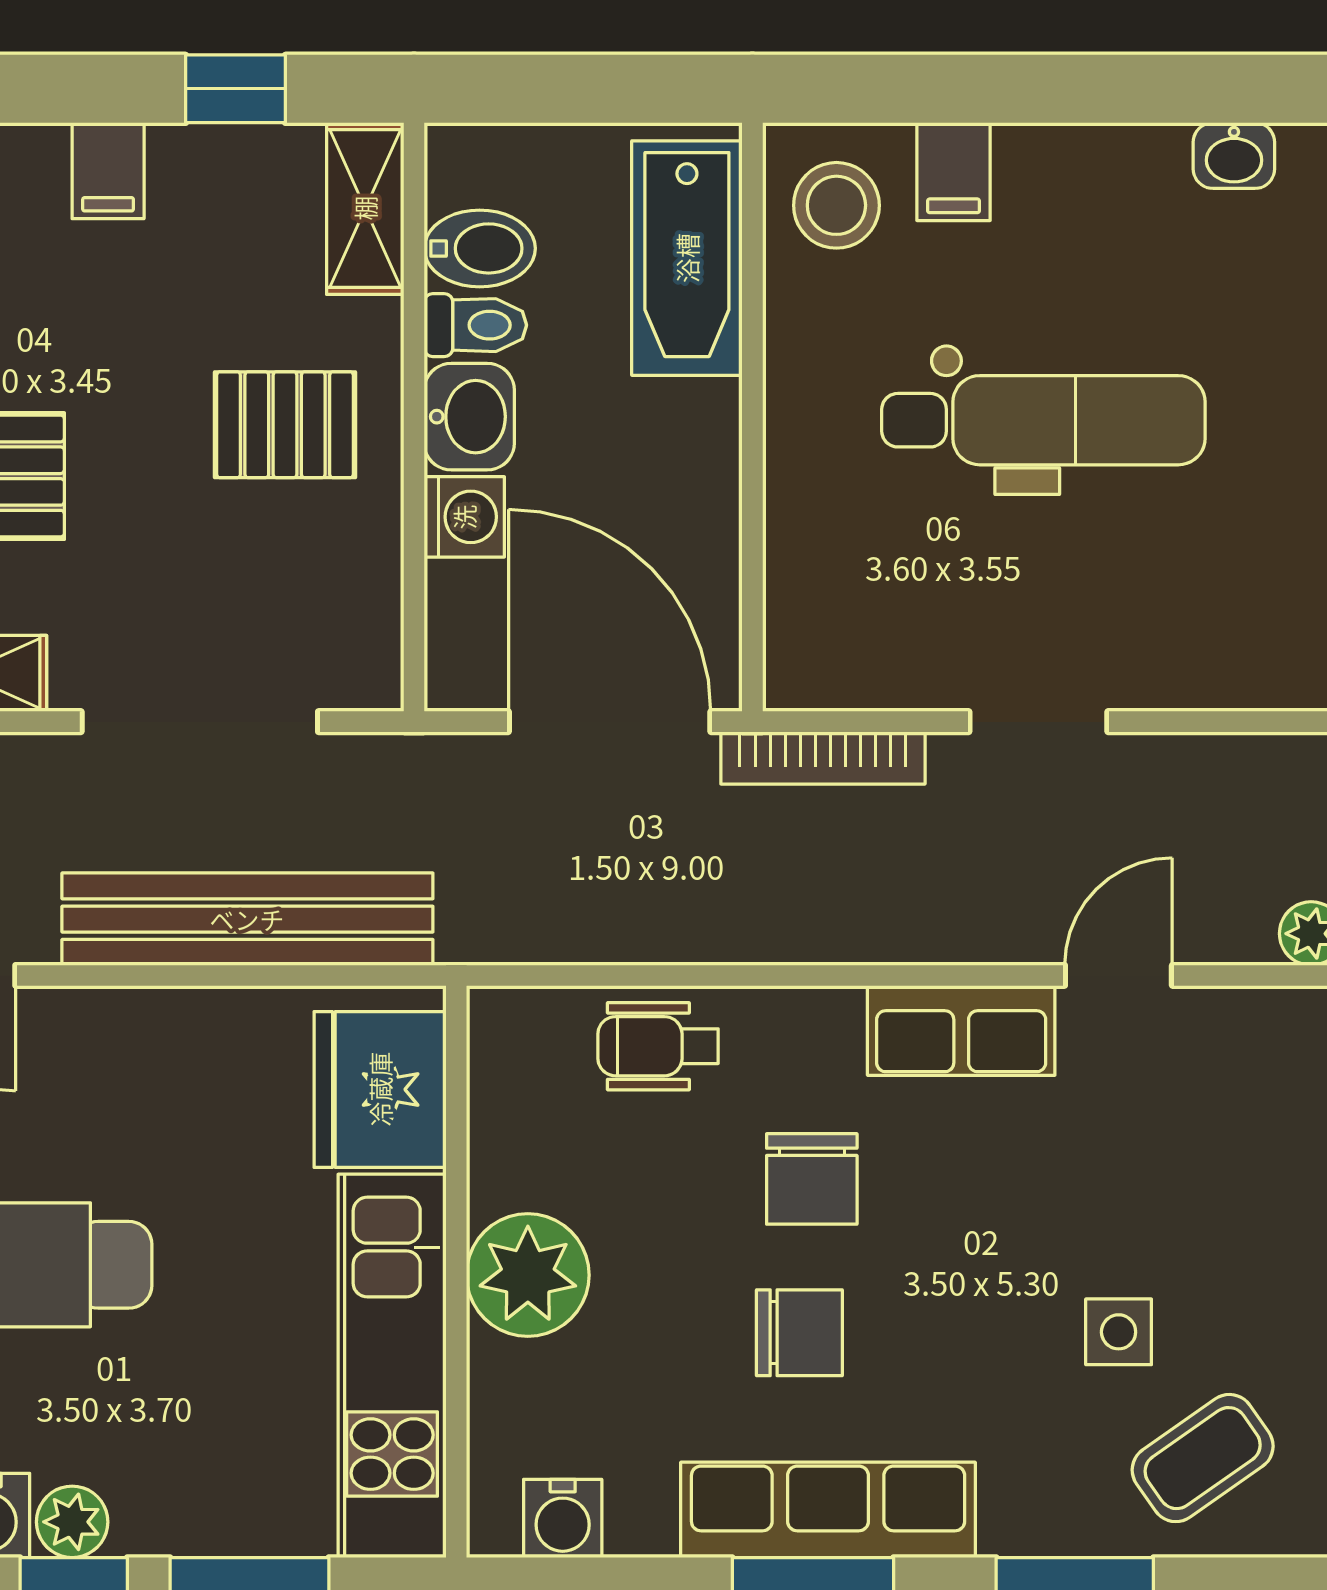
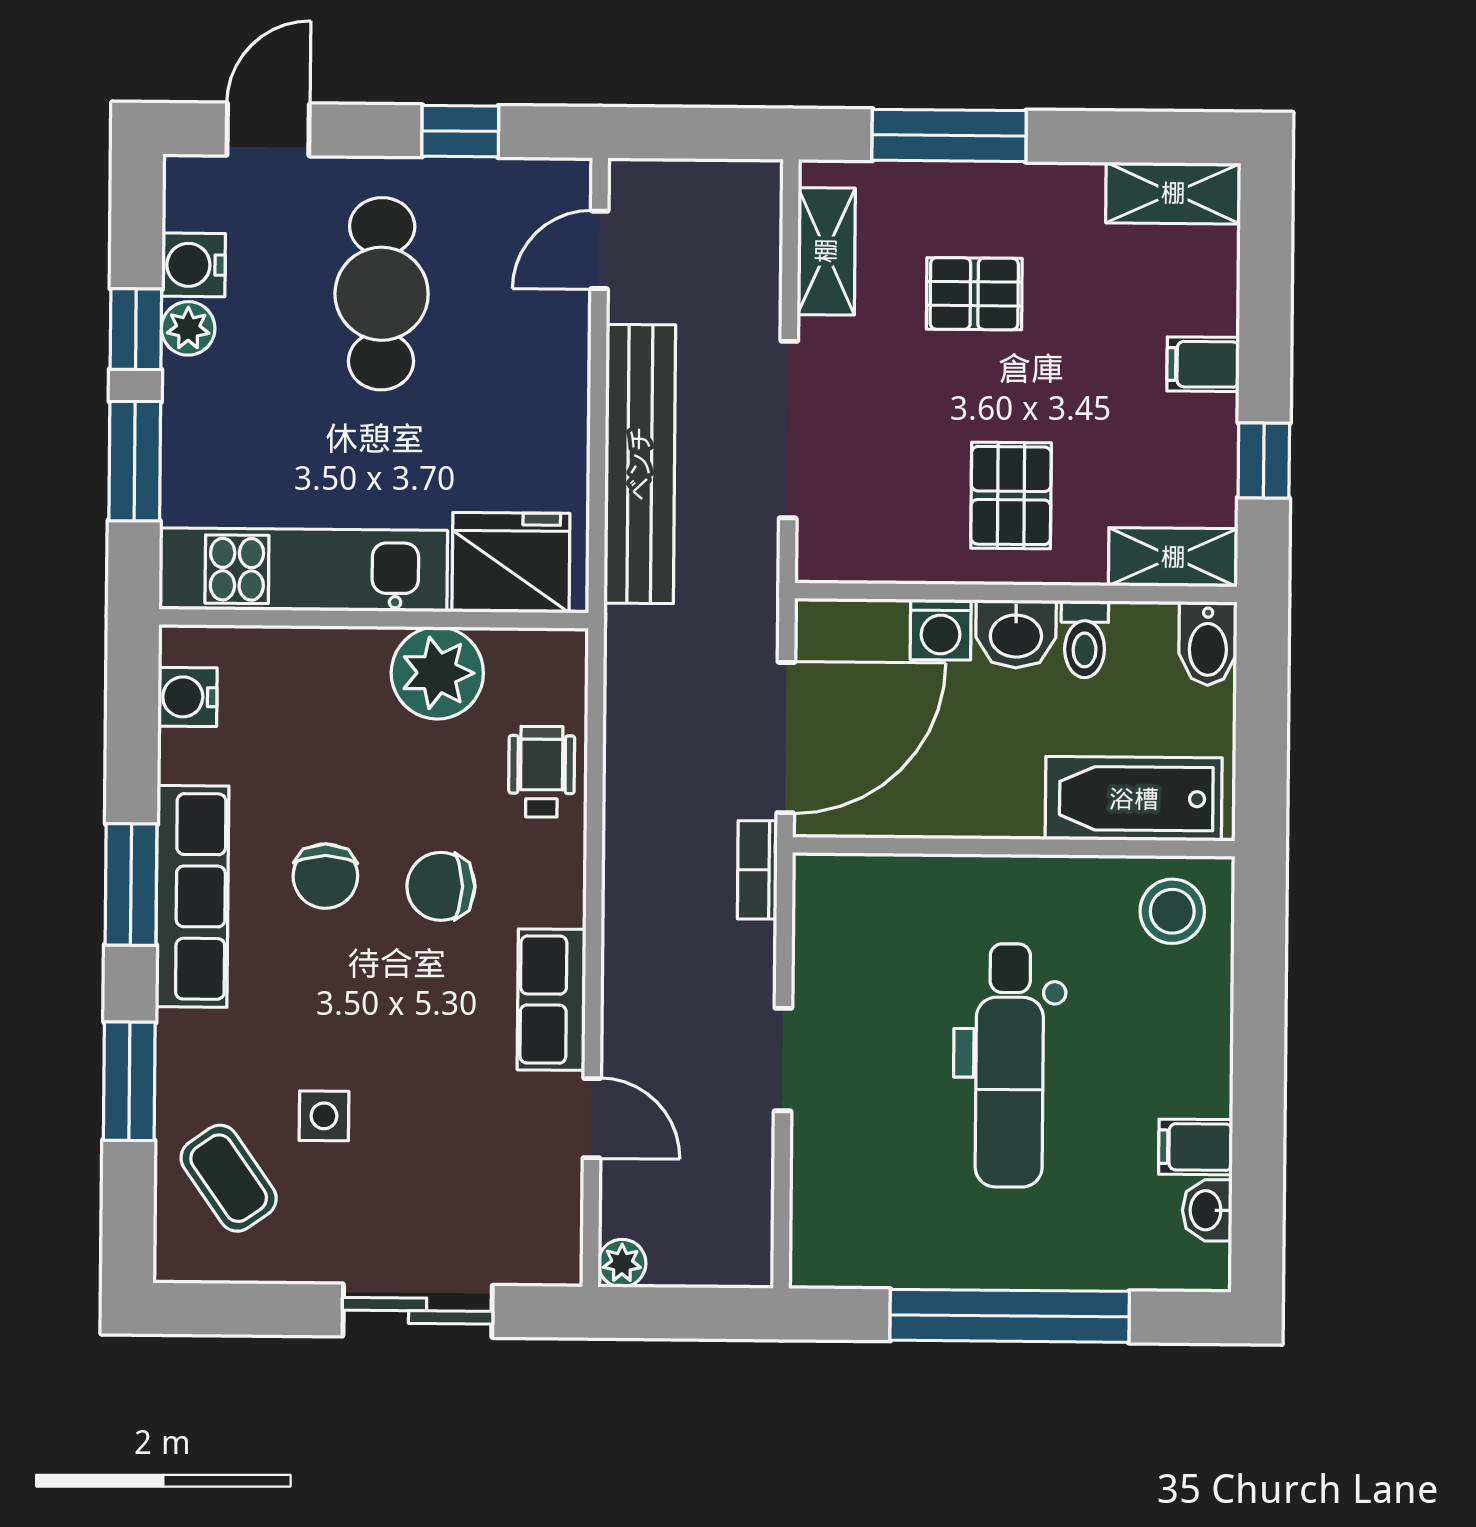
filing cabinet: (954, 172) -> (1196, 1147), moved
bidet: (480, 248) -> (1208, 644), moved
bookcase: (823, 758) -> (757, 870), width x0.64
plant: (528, 1275) -> (437, 673), moved

